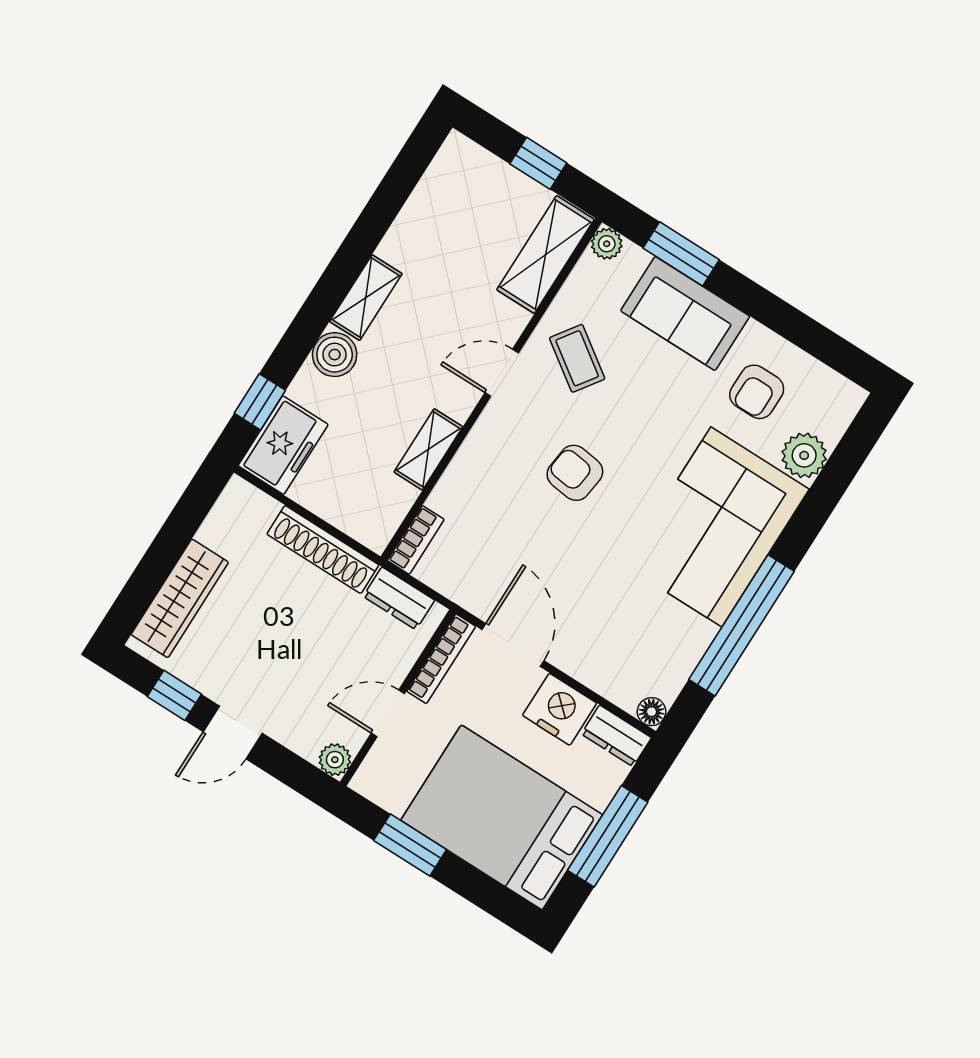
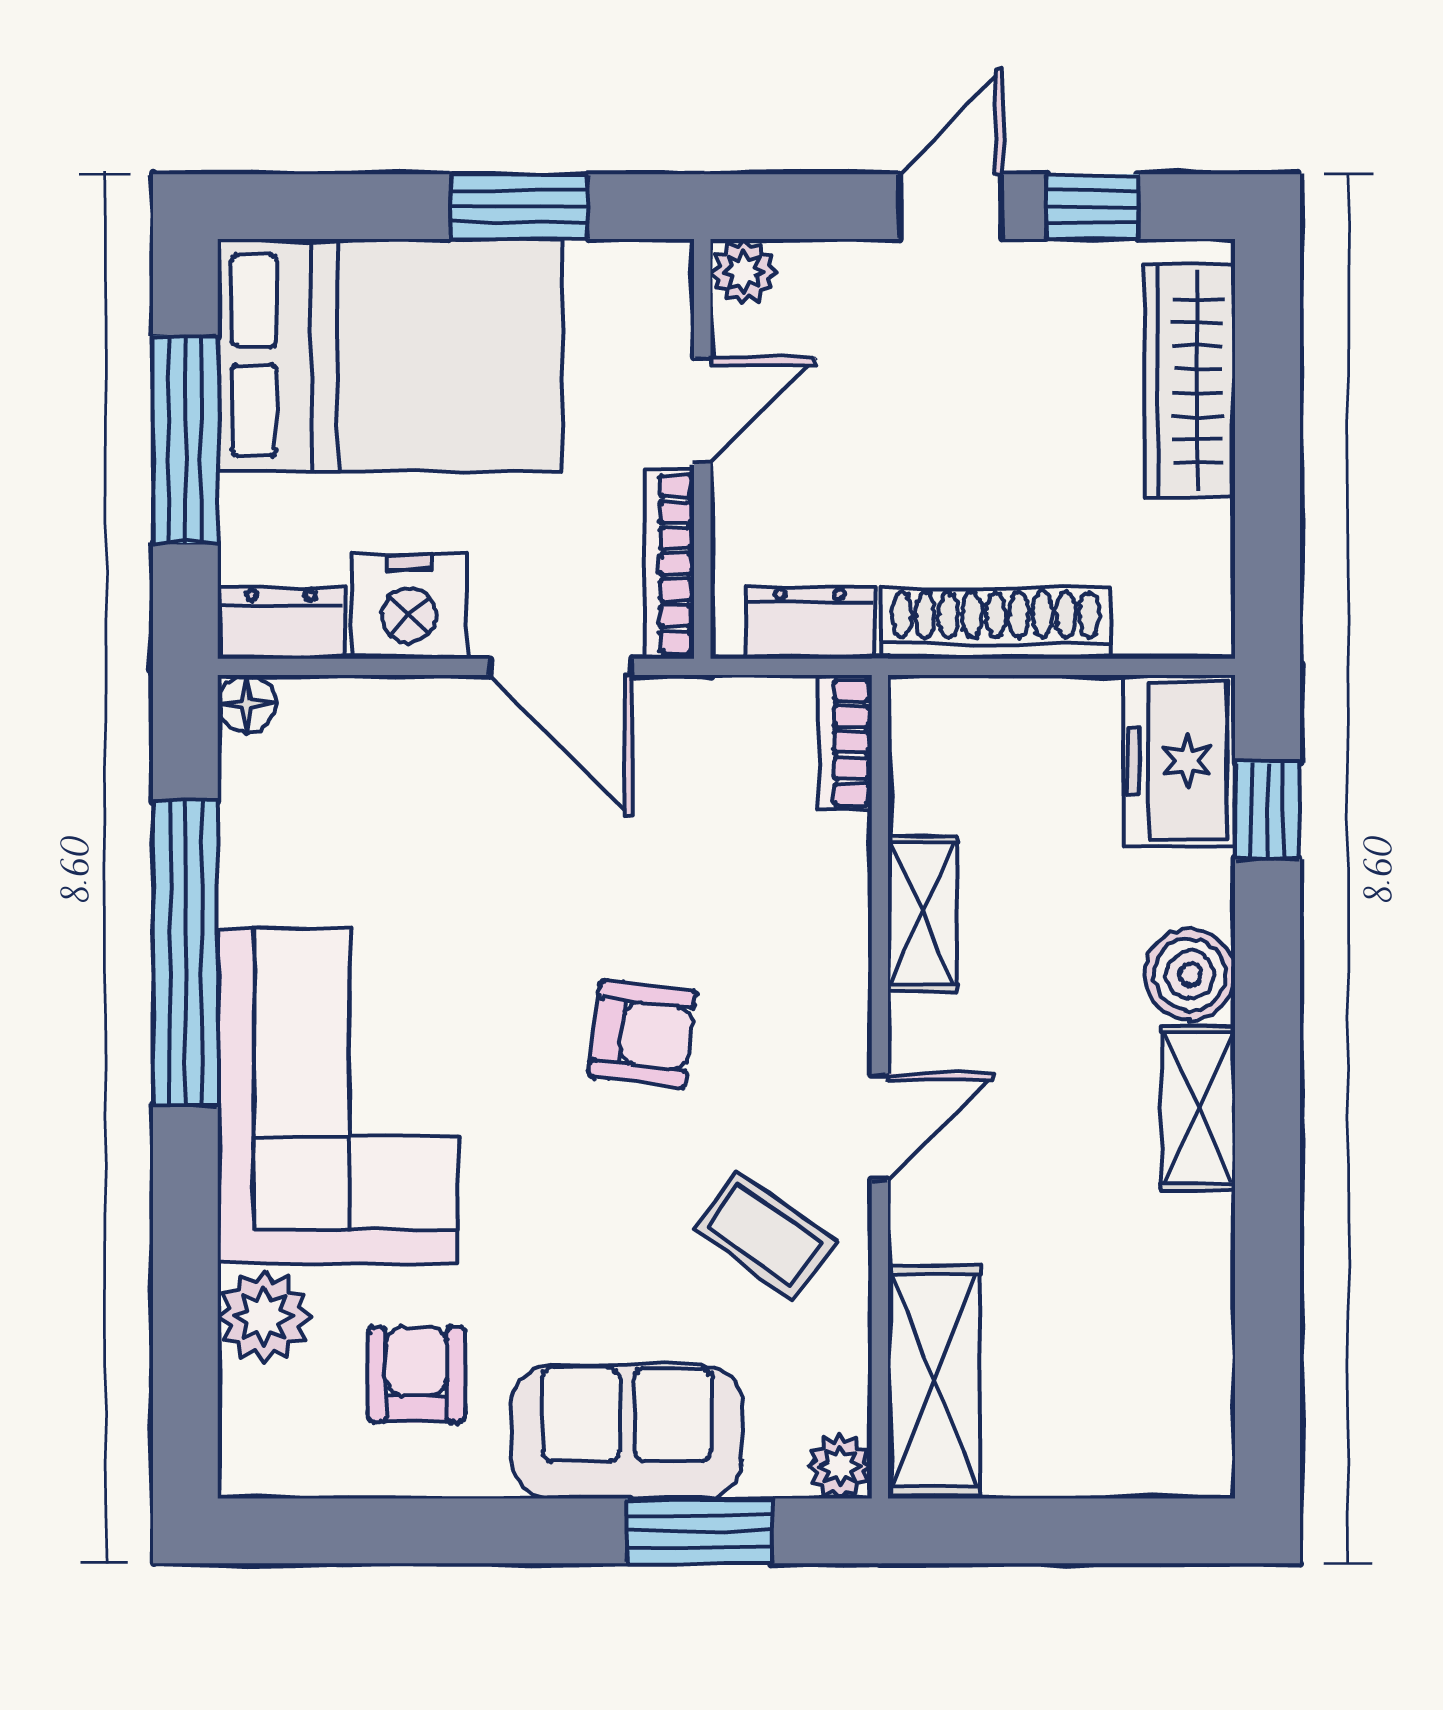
window: (538, 163) -> (1047, 1531), removed

